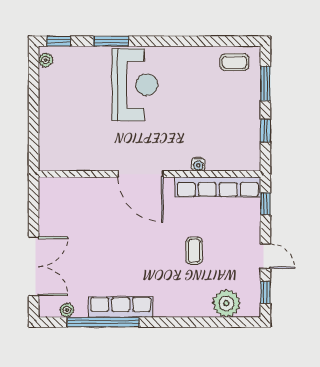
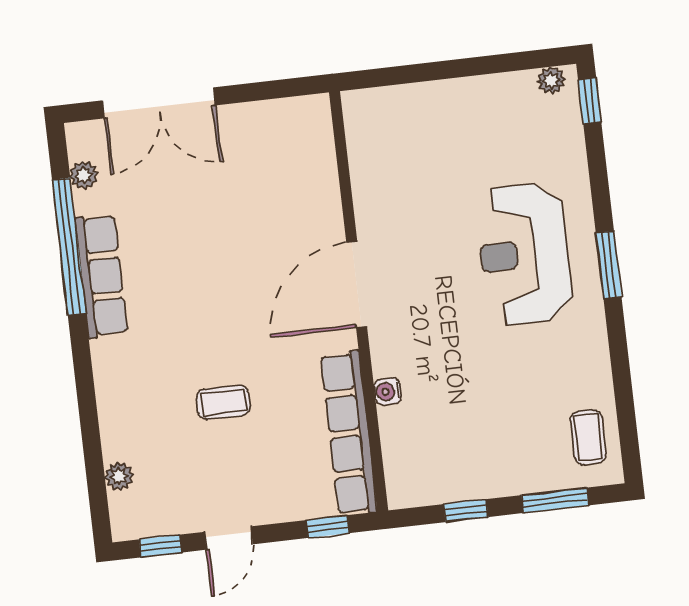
window: (111, 41) -> (609, 265), moved
reception desk: (135, 85) -> (524, 254), turned 90
plant: (226, 303) -> (119, 476), width x0.53, depth x0.53

